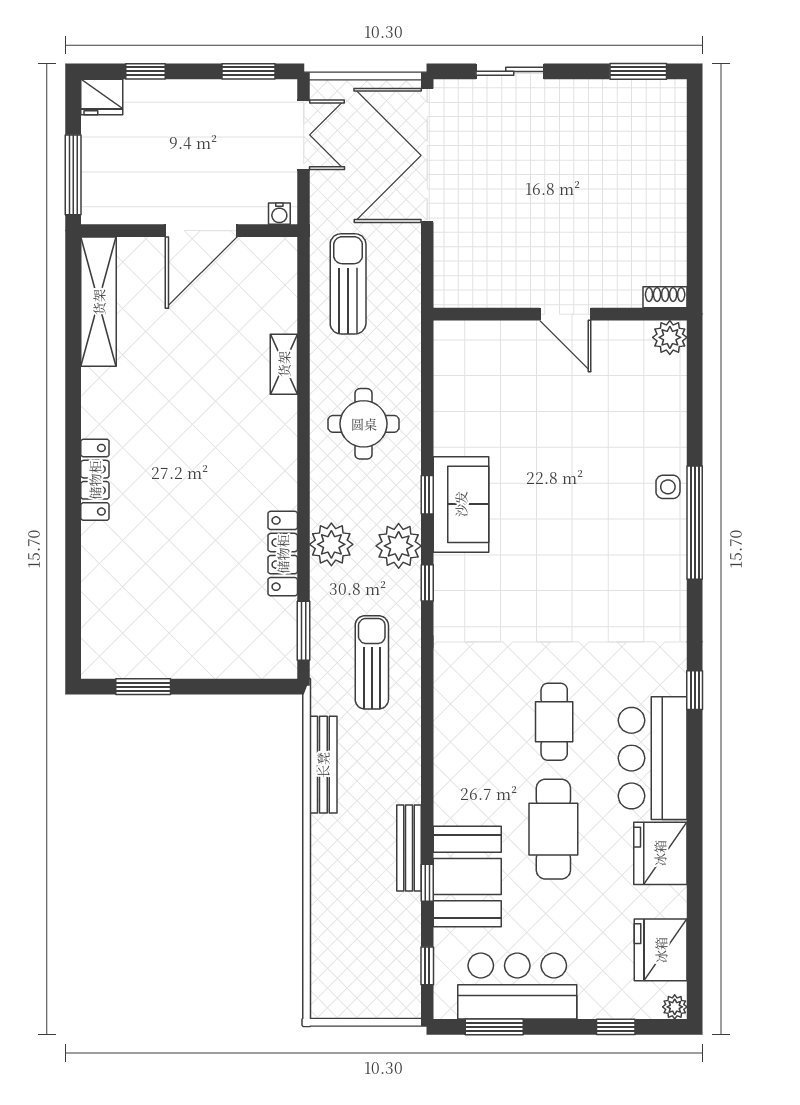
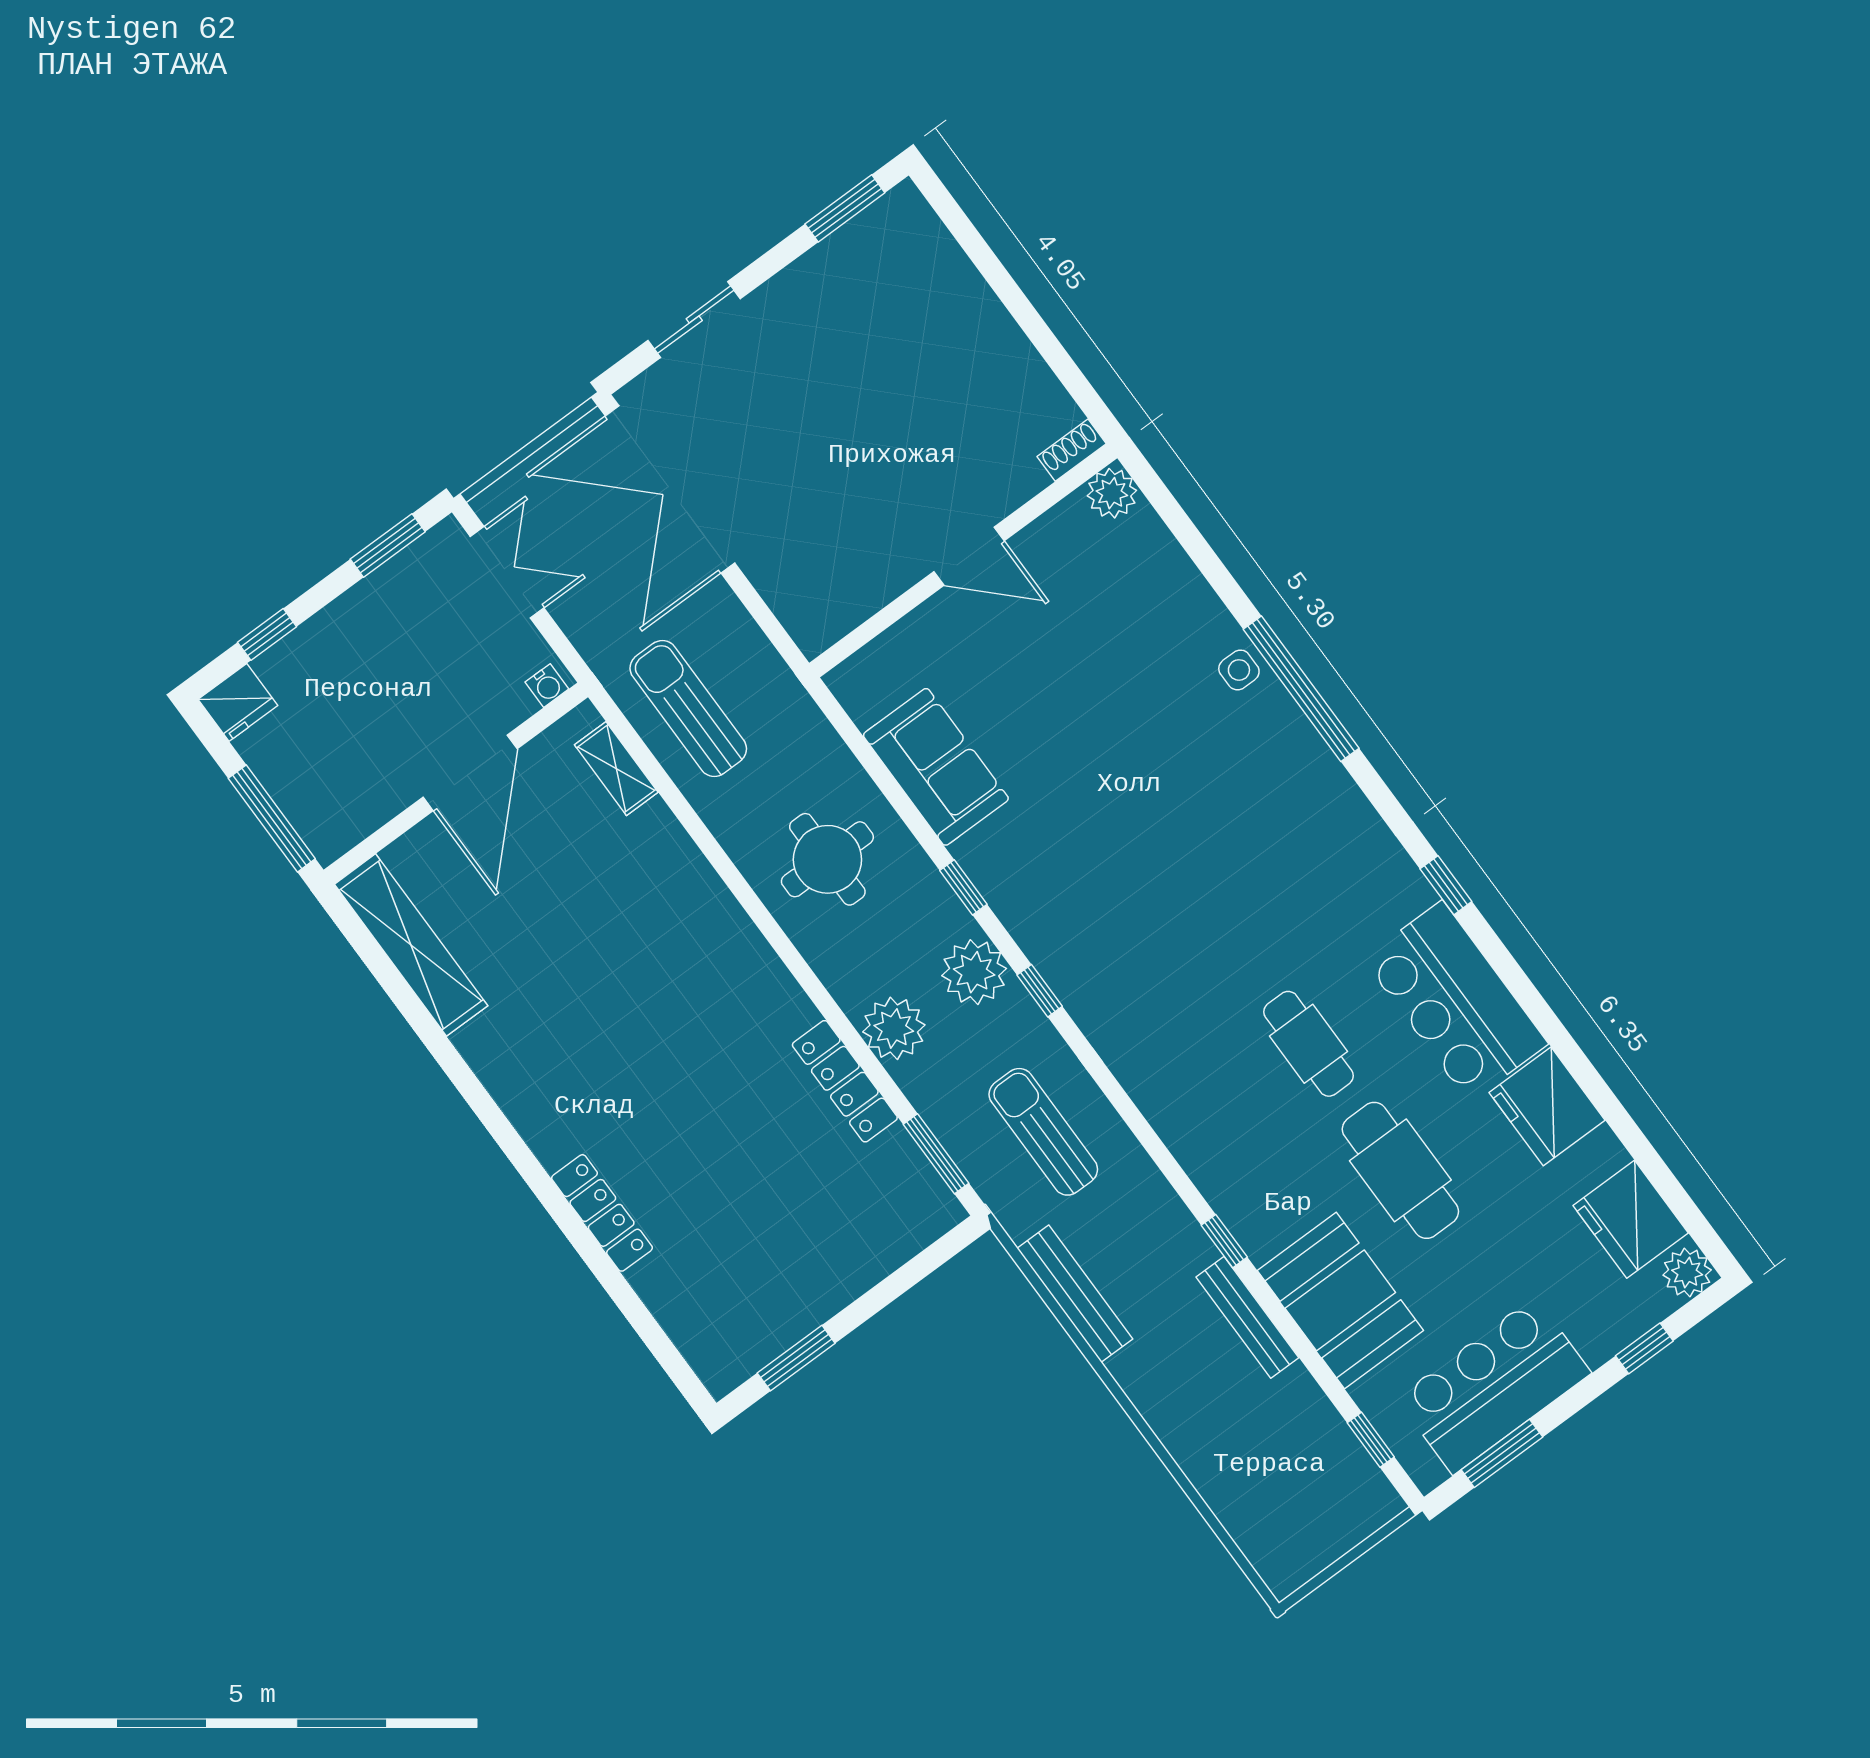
shelving: (284, 364) -> (616, 769), moved
locker: (95, 480) -> (602, 1213), moved
sofa: (461, 504) -> (936, 767), moved
window: (427, 883) -> (1224, 1241), moved
plant: (675, 1007) -> (1687, 1272), width x1.38, depth x1.38

